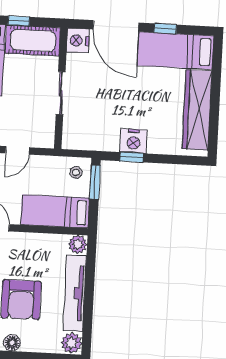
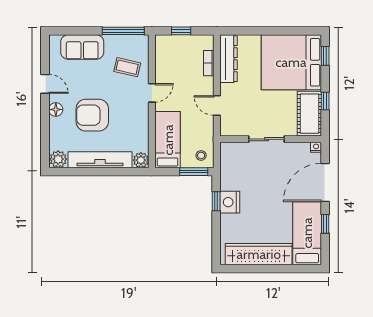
nightstand: (78, 41) -> (316, 147), width x0.53, depth x0.56

